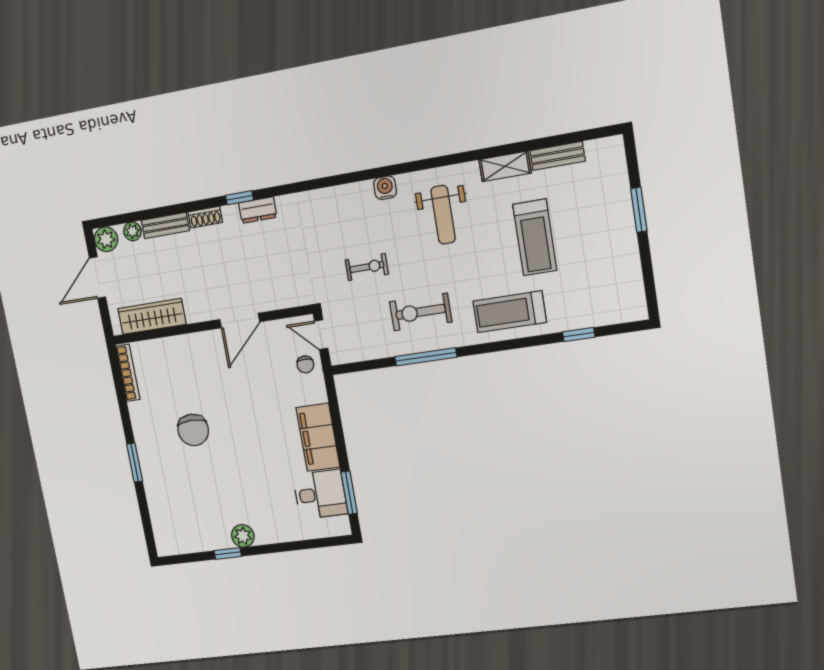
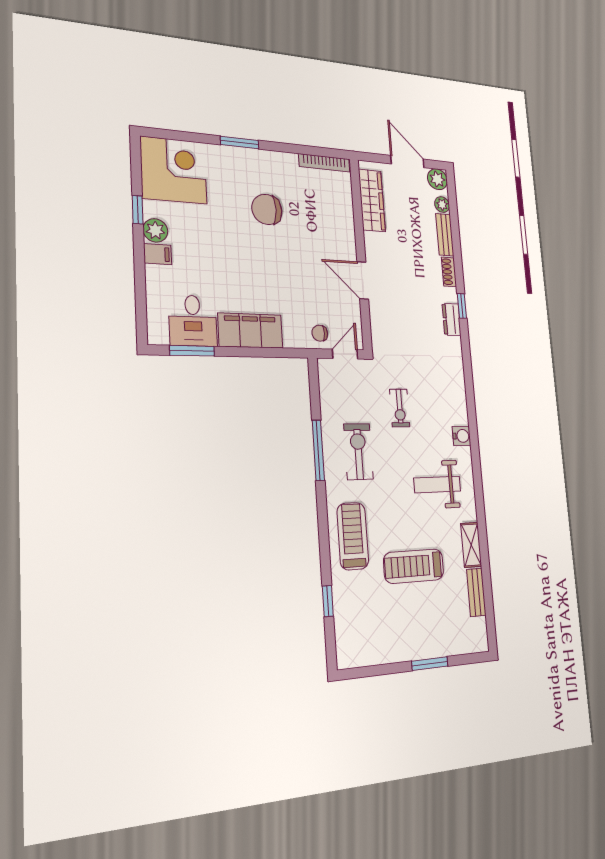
corner desk: (181, 524) -> (174, 170), added
filing cabinet: (265, 532) -> (158, 254), added

